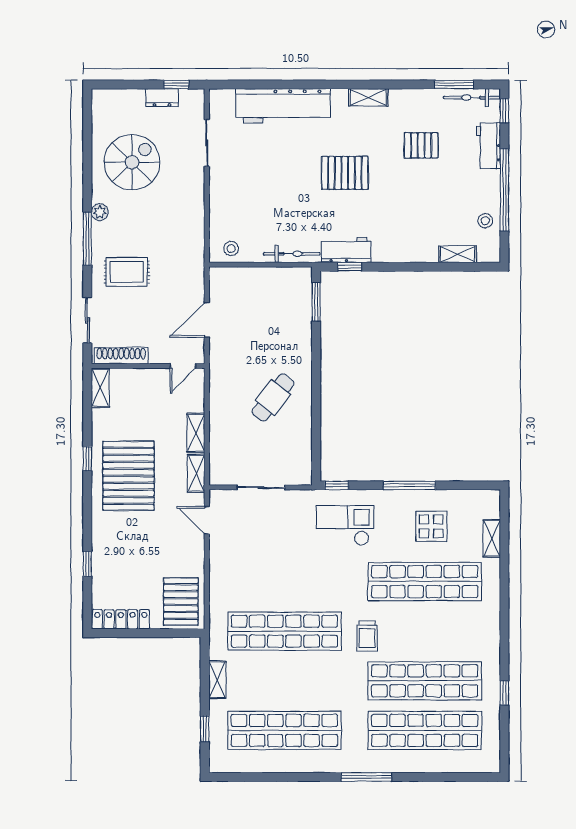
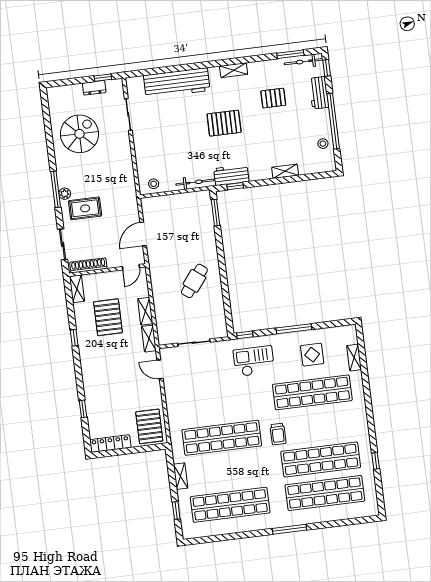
plant: (100, 212) -> (65, 194), moved
shelving: (458, 254) -> (285, 171), moved
pallet: (129, 476) -> (108, 317), moved, width x0.73, depth x0.71

